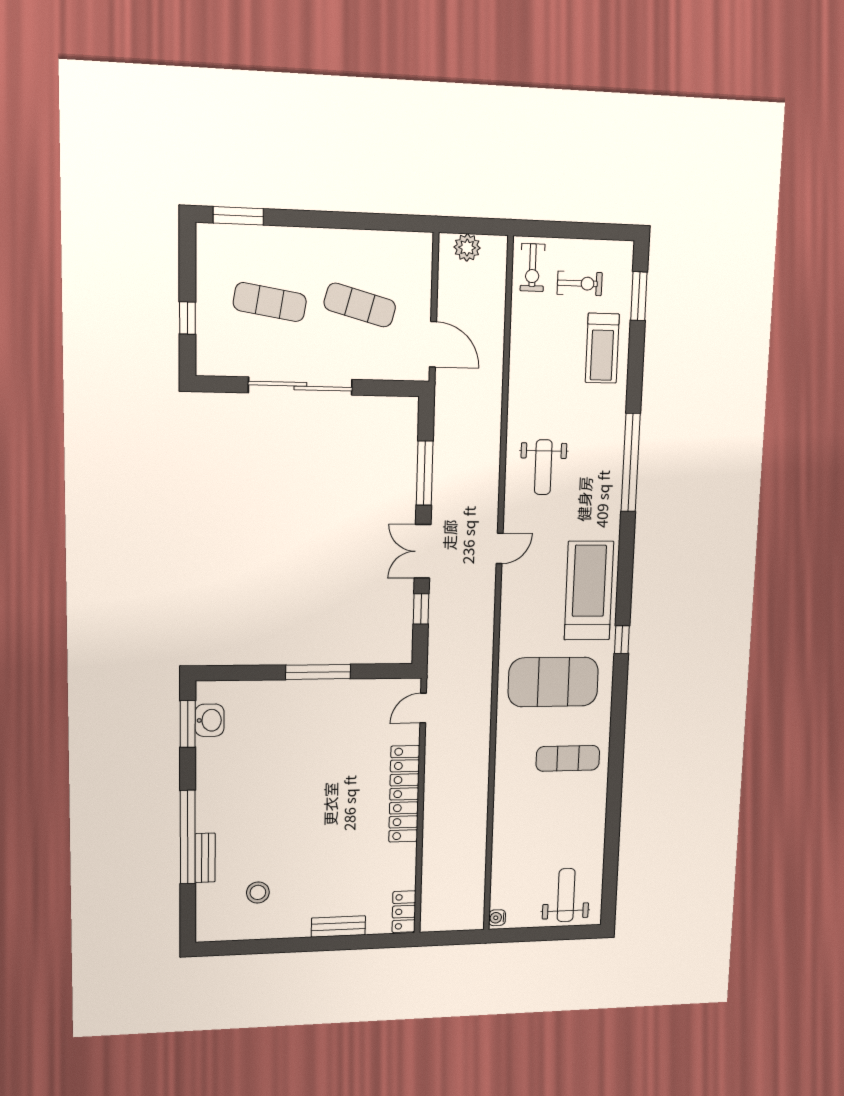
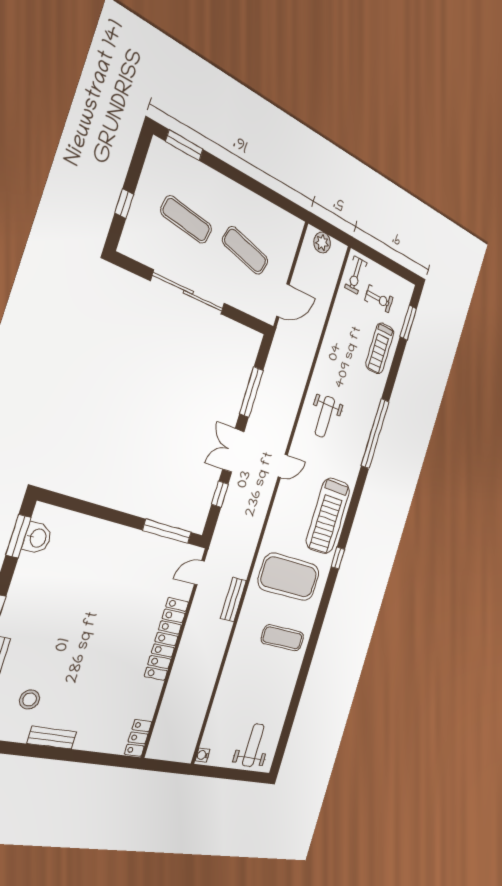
door: (433, 344) -> (283, 300), hinge flipped
treadmill: (589, 591) -> (328, 516), turned 180
window: (318, 672) -> (167, 531), moved
bench: (481, 728) -> (233, 600), added
bench: (338, 926) -> (52, 738), moved

